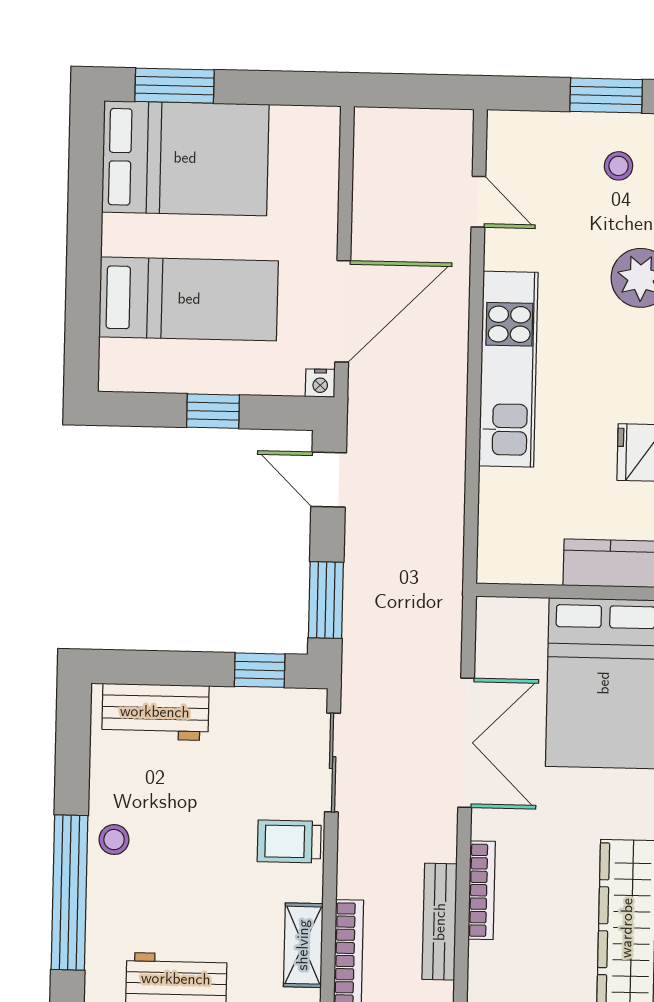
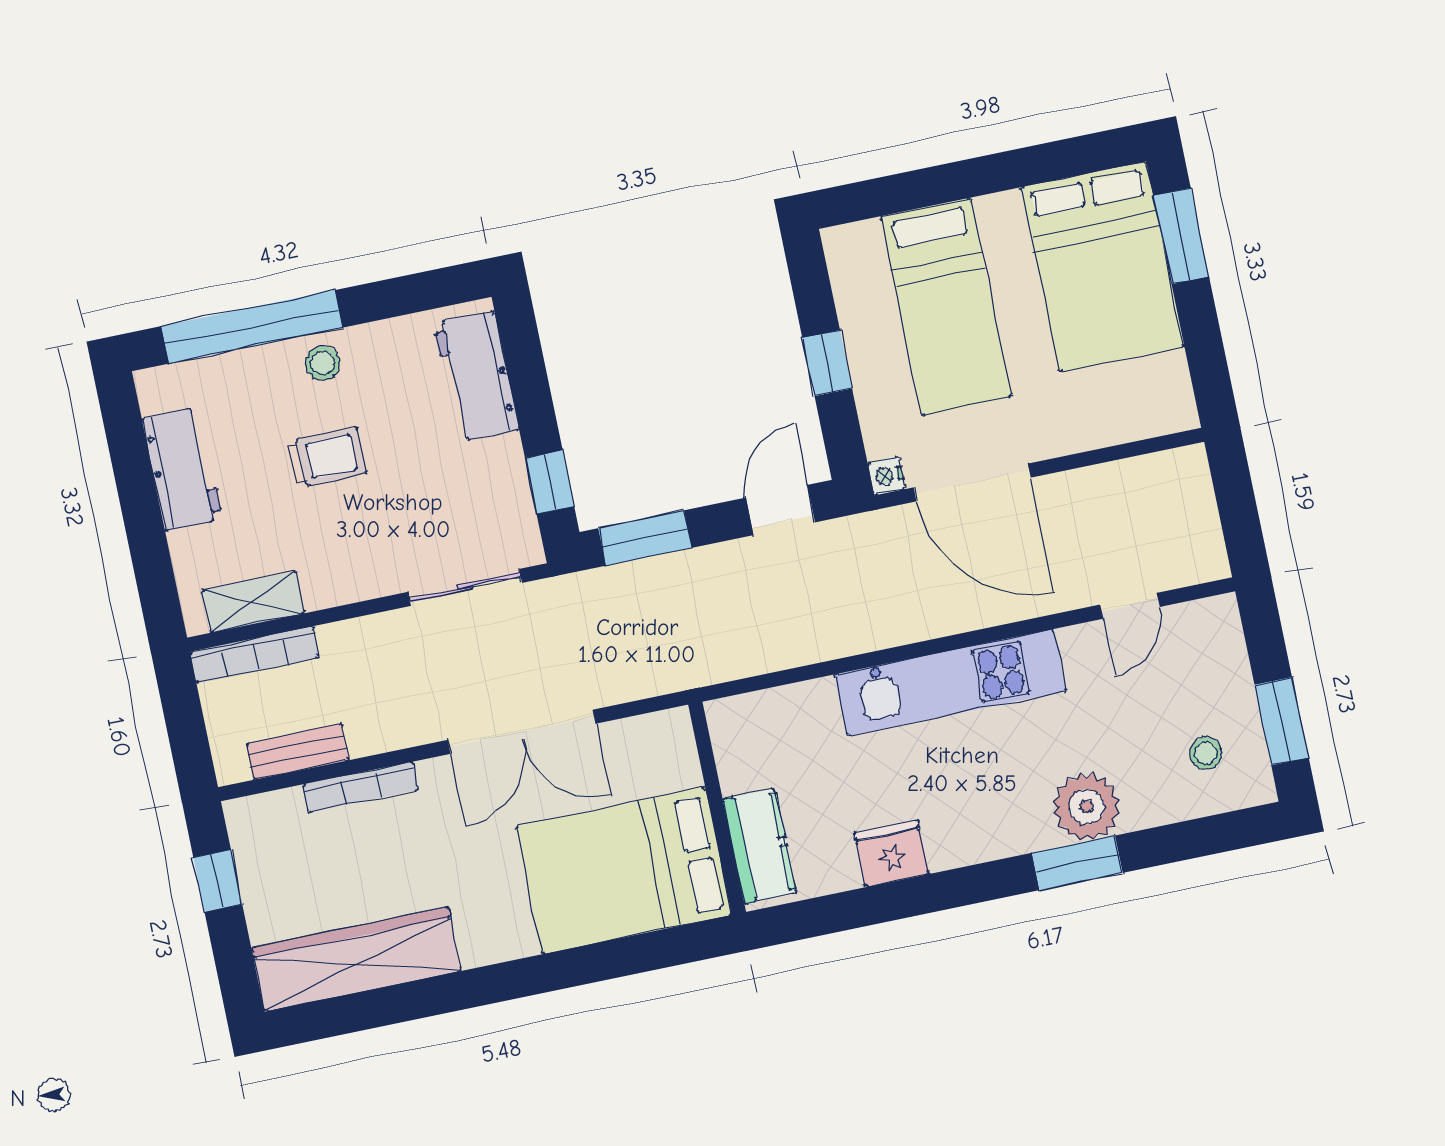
trolley: (289, 841) -> (327, 457), moved, turned 90
bench: (440, 922) -> (298, 752), width x0.73

